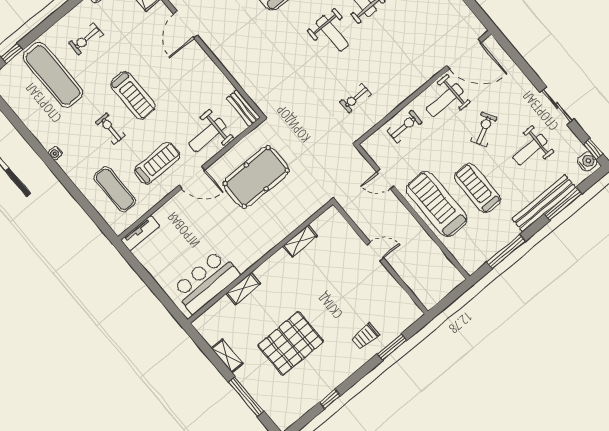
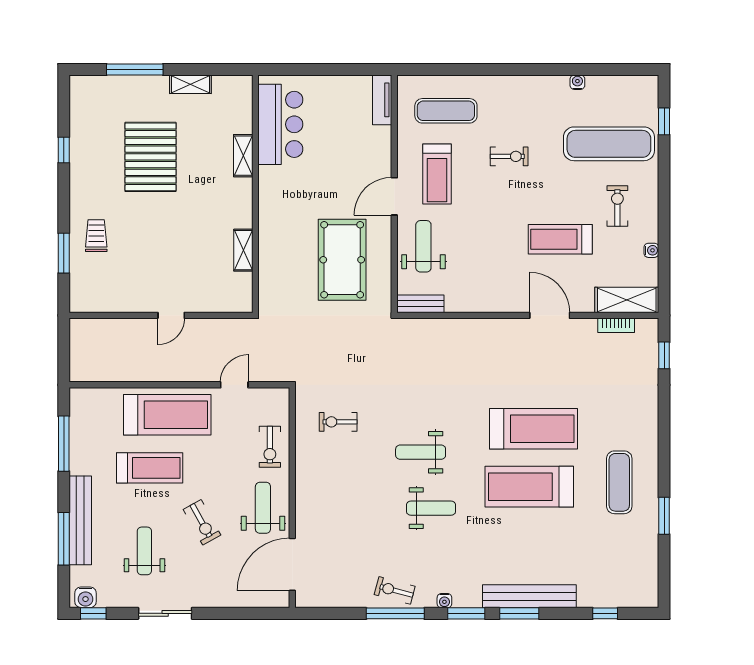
treadmill: (133, 95) -> (560, 239), moved
exercise bike: (355, 98) -> (338, 422), turned -90
water cooler: (55, 153) -> (577, 82), moved

